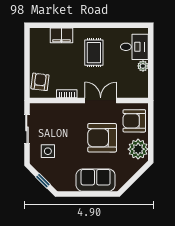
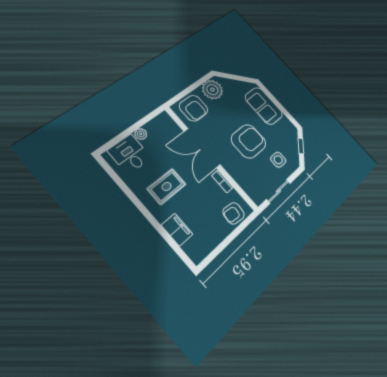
double door: (101, 100) -> (202, 148), width x1.37
armchair: (102, 138) -> (249, 141), moved, turned -90

